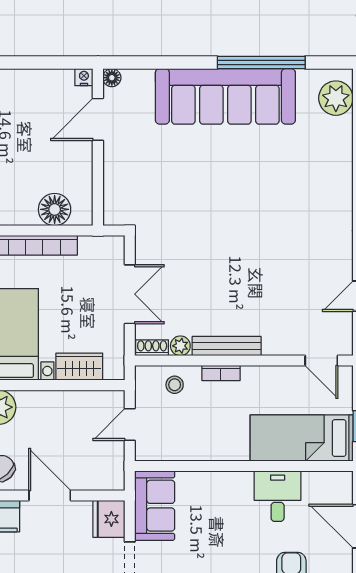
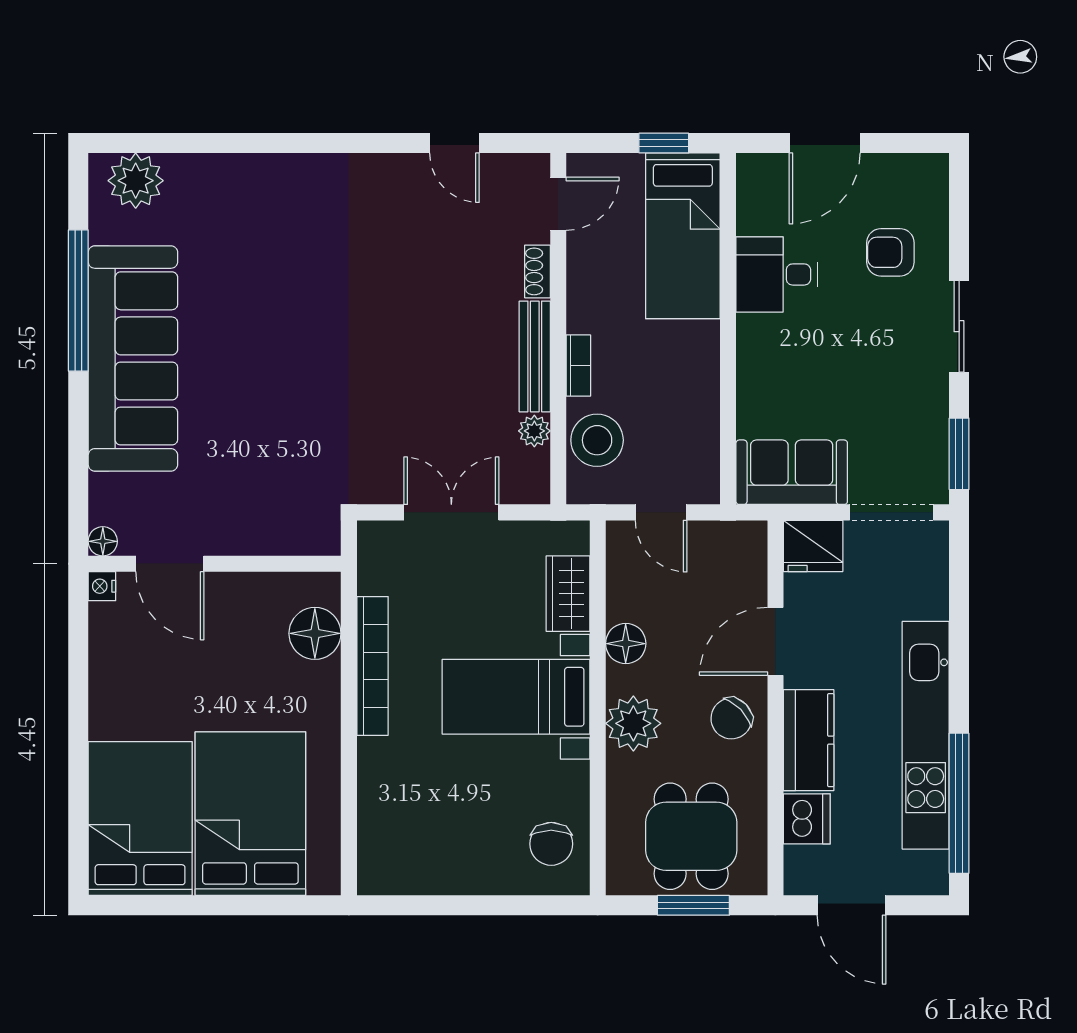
shoe rack: (152, 348) -> (537, 271), moved
stool: (175, 385) -> (597, 440), width x1.89, depth x1.89
floor lamp: (48, 403) -> (626, 644), added

